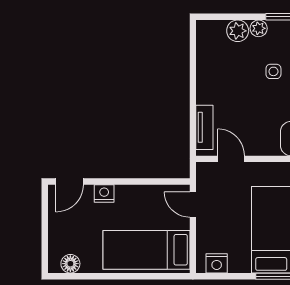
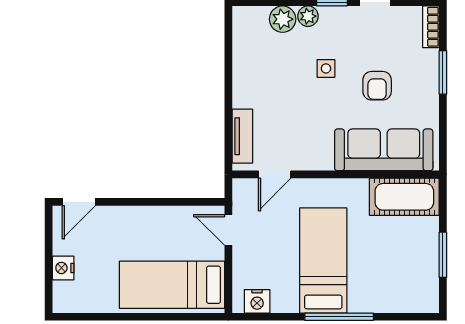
door: (231, 159) -> (275, 174), swing flipped
nightstand: (104, 194) -> (63, 268), moved, turned -90
floor lamp: (70, 264) -> (80, 302), removed

